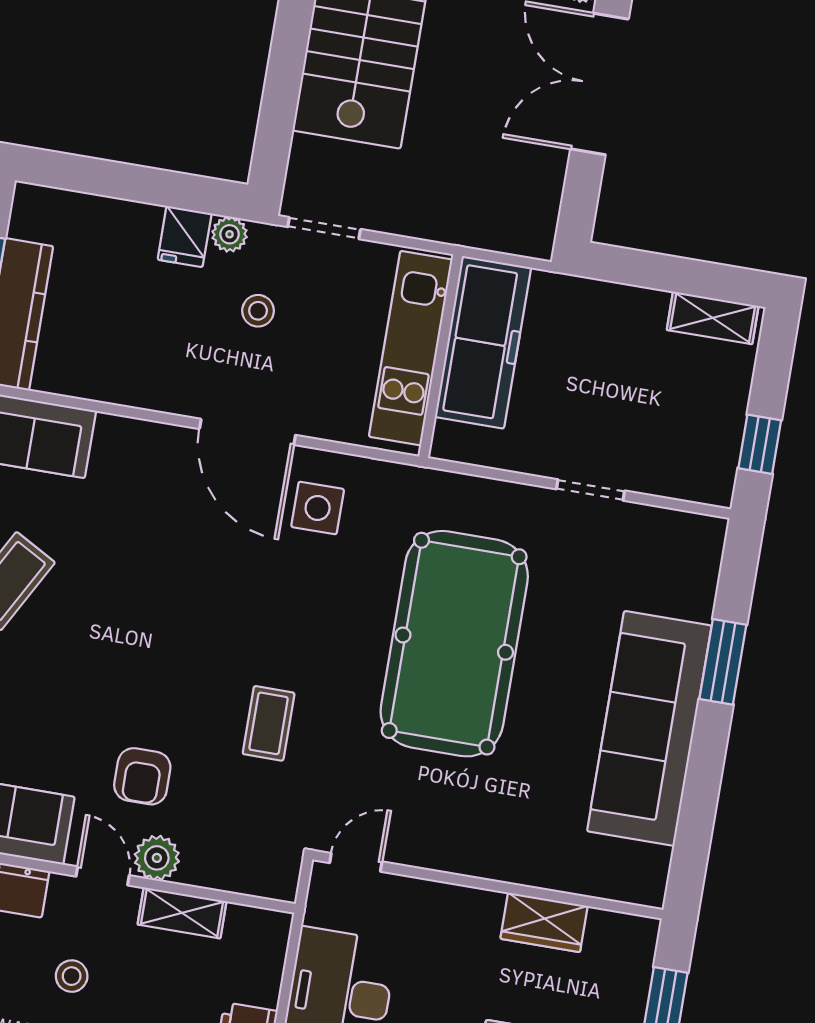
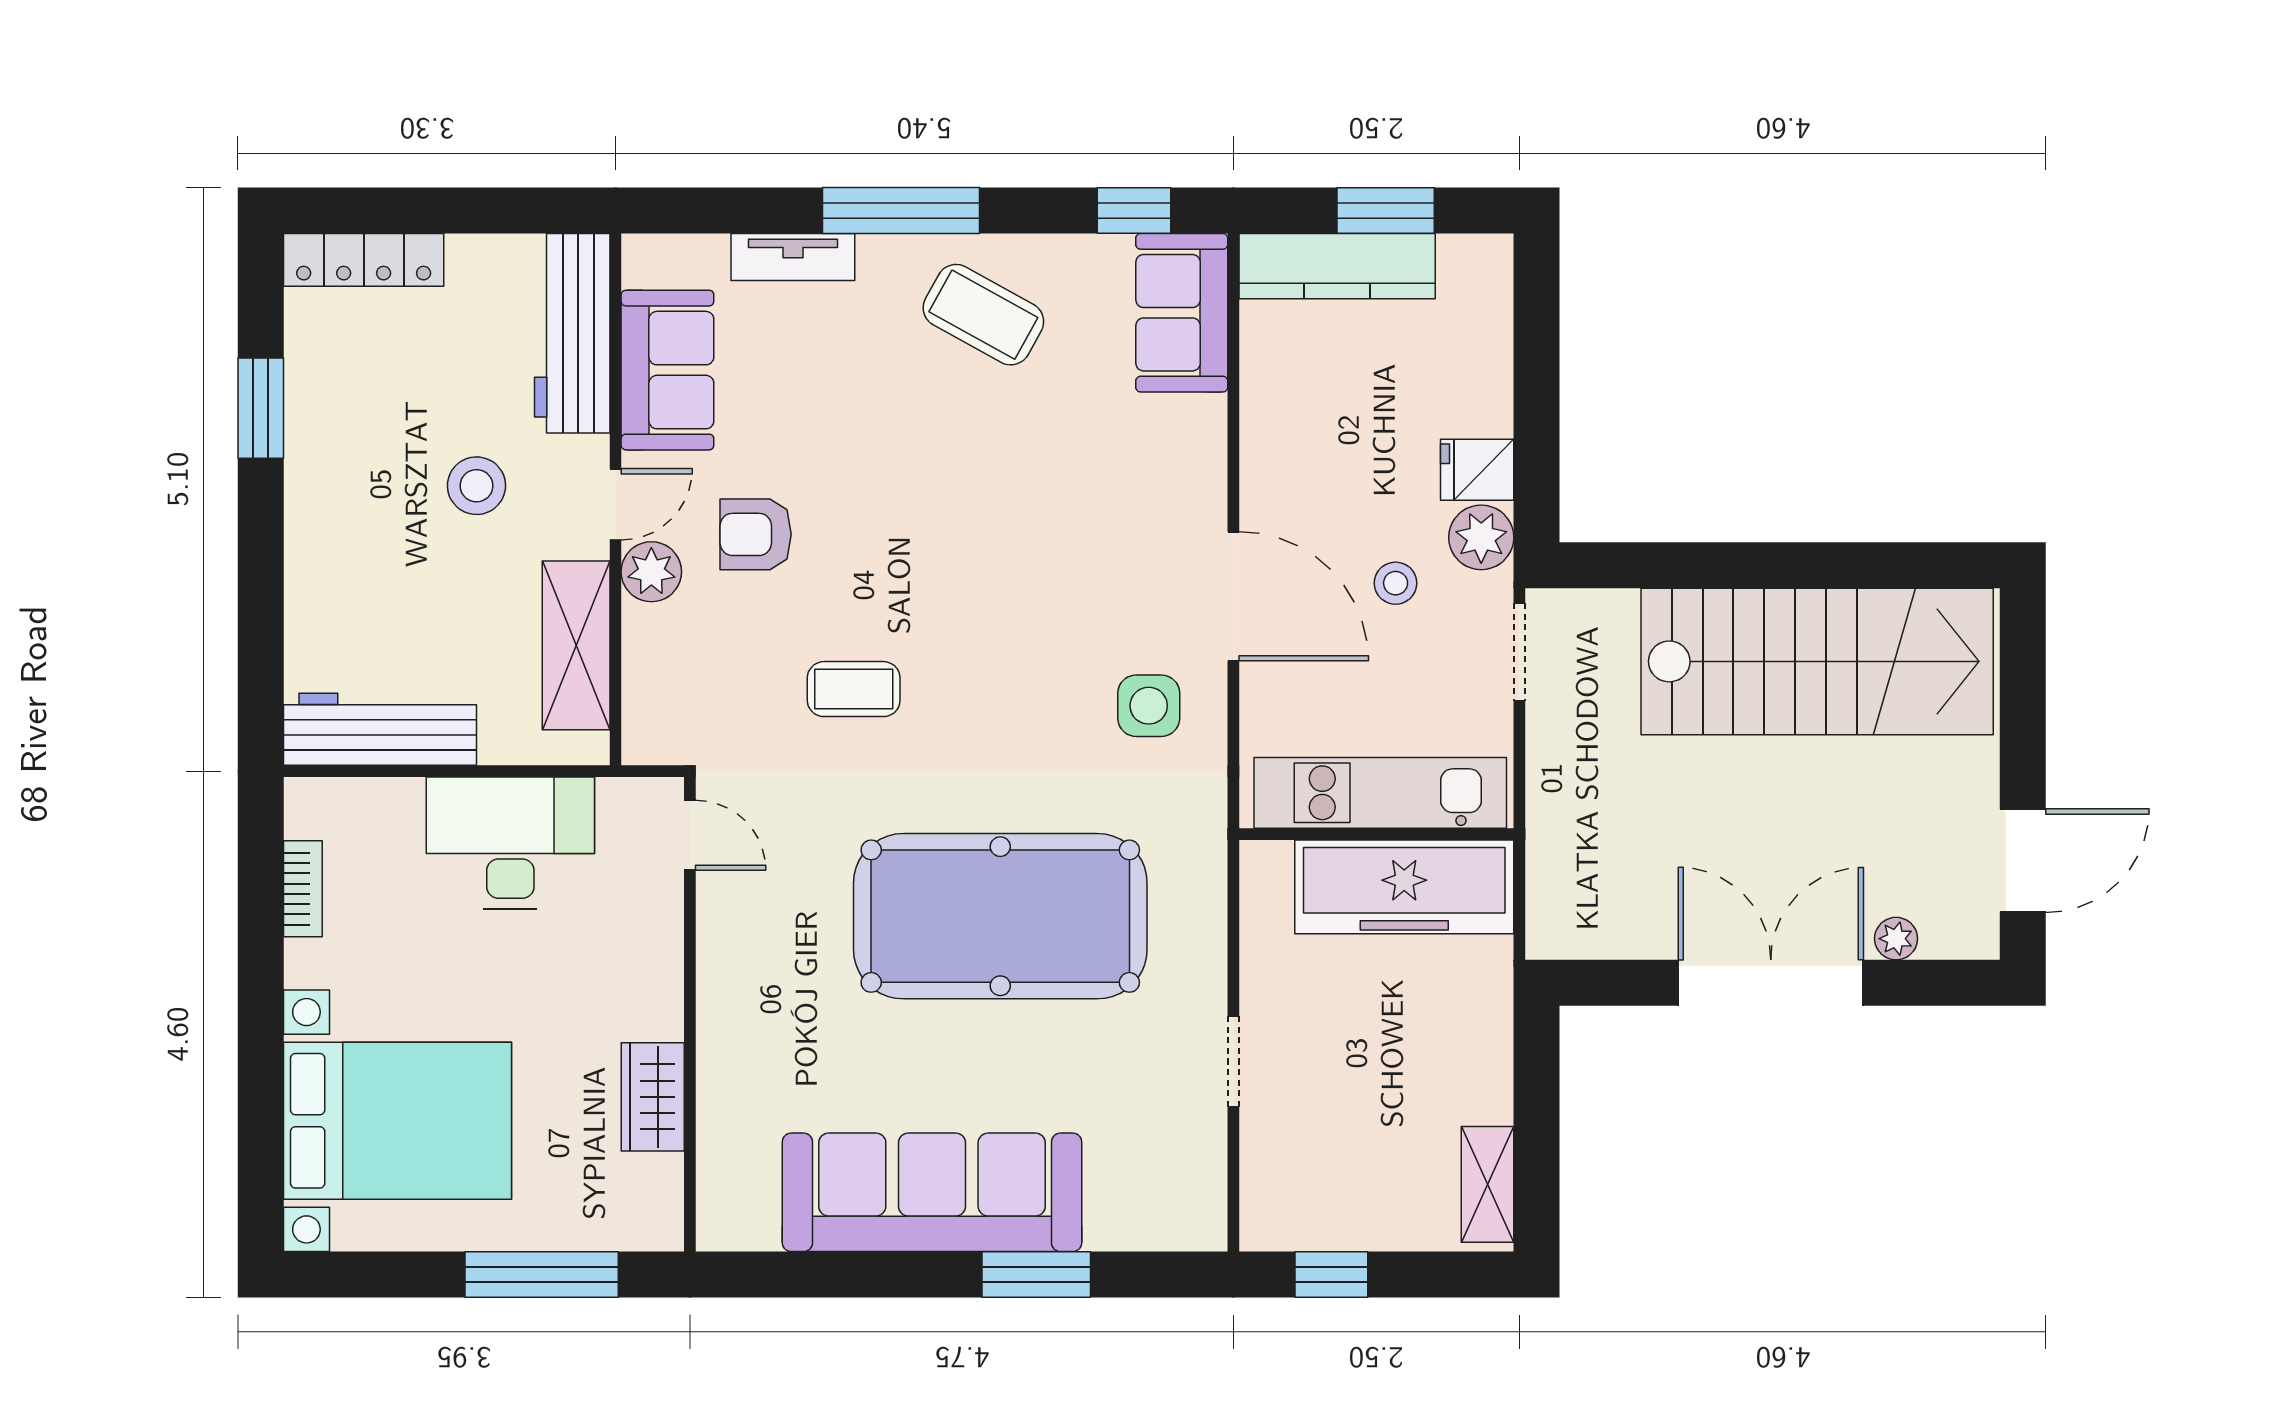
plant: (230, 234) -> (1481, 537), width x1.38, depth x1.38
door: (247, 432) -> (1233, 596), swing flipped
shelving: (182, 913) -> (576, 645), width x1.50, depth x1.33
stool: (72, 976) -> (476, 486), width x1.37, depth x1.37

